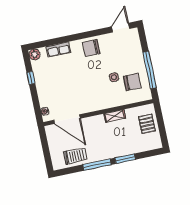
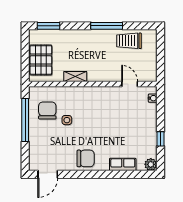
chair: (132, 82) -> (47, 111), turned 90
door: (67, 119) -> (130, 84), width x0.53
pallet: (147, 124) -> (41, 60), width x1.50, depth x1.42
window: (125, 159) -> (48, 26), moved

